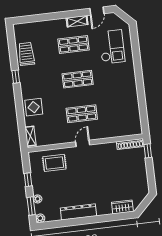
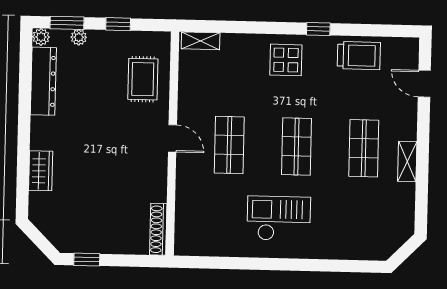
door: (97, 11) -> (424, 84), moved
checkout: (112, 47) -> (279, 218), moved, turned 180
display table: (34, 107) -> (286, 60), moved
window: (148, 151) -> (87, 260), moved
wardrobe: (122, 207) -> (41, 171), moved
dresser: (78, 212) -> (43, 81), moved

